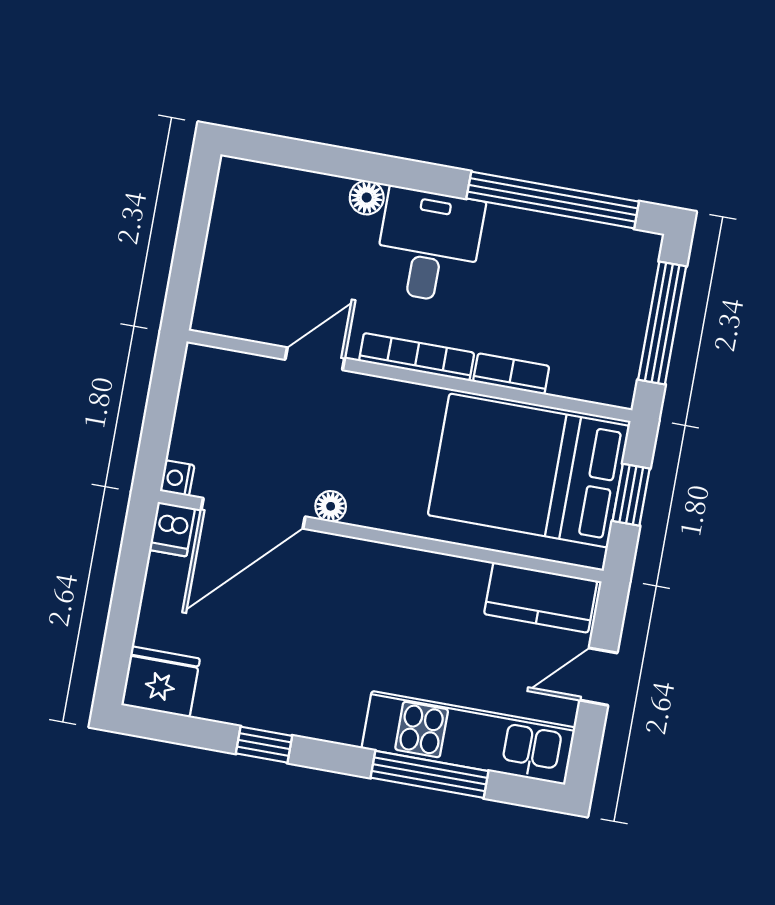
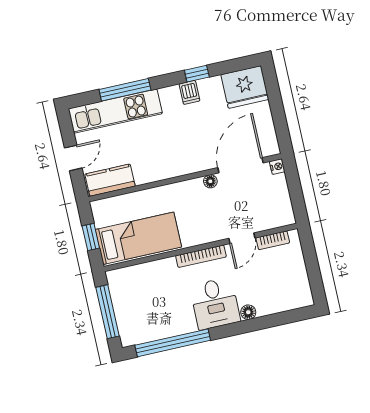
bookcase: (511, 374) -> (273, 240), moved
bed: (529, 470) -> (138, 238), width x0.67
dishwasher: (172, 529) -> (189, 92), moved, turned 180
fridge: (161, 682) -> (245, 87), width x1.36, depth x1.34

